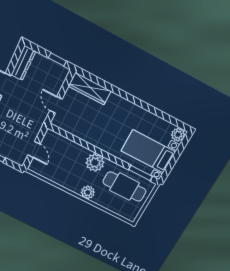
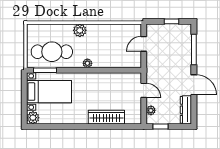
plant: (59, 81) -> (151, 110), added
wardrobe: (90, 89) -> (106, 117), moved
door: (34, 149) -> (144, 44), hinge flipped
plant: (95, 163) -> (87, 63), width x0.53, depth x0.53

